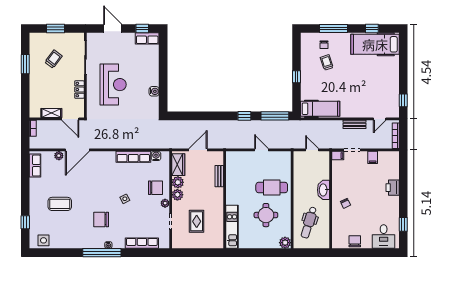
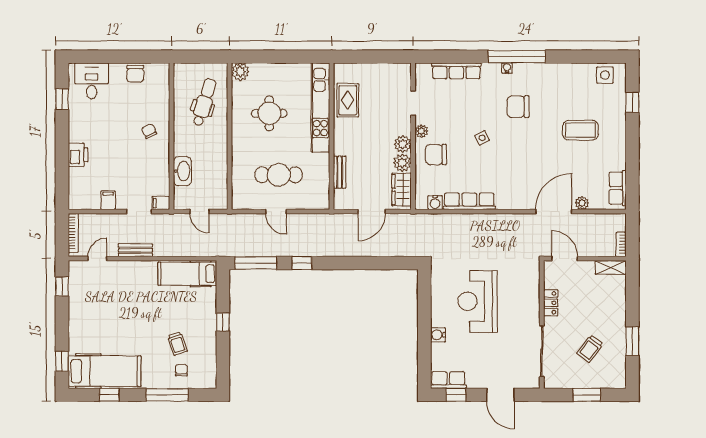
window: (403, 51) -> (62, 361), added
reception desk: (113, 85) -> (478, 301), moved
water cooler: (154, 91) -> (438, 335), moved
shelving: (51, 113) -> (611, 267), moved
cafe table: (272, 188) -> (279, 175), moved
washbasin: (323, 190) -> (182, 171), moved
chair: (101, 219) -> (518, 107), turned 180
rug: (197, 221) -> (348, 100), moved
kitchen unit: (232, 227) -> (320, 107), width x1.36

